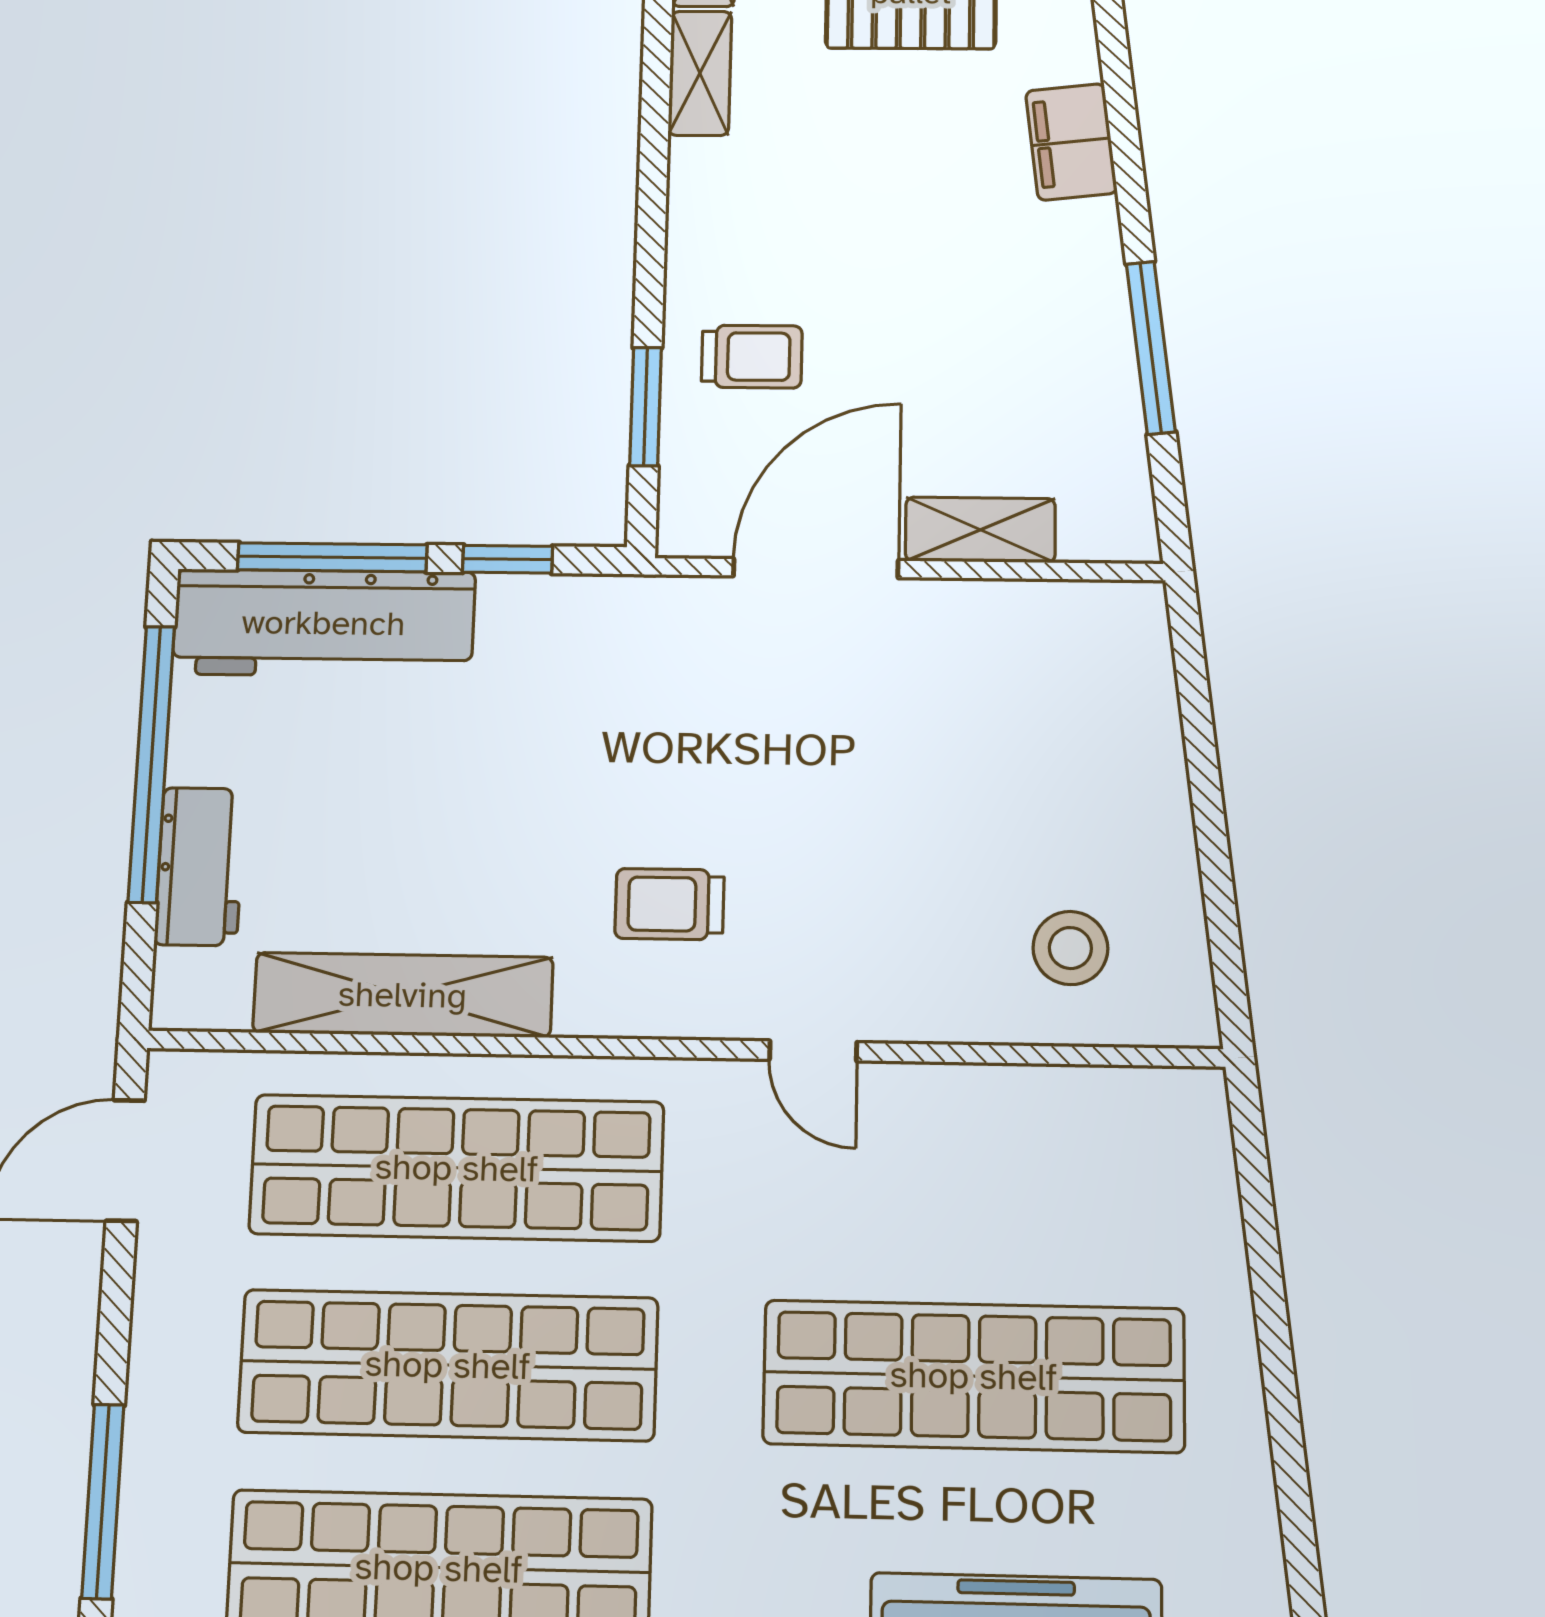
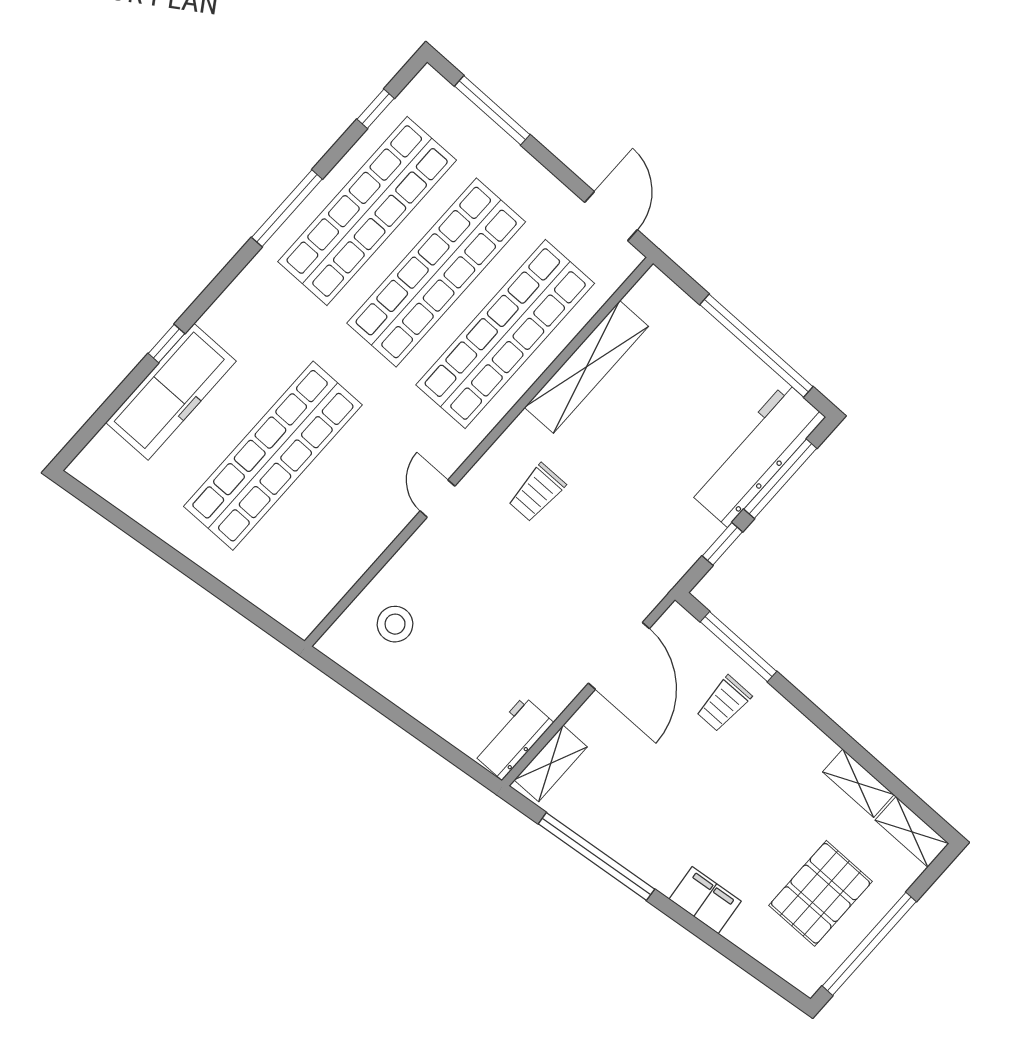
window: (1151, 348) -> (596, 856), width x1.46
window: (646, 406) -> (739, 647), width x1.44
shelving: (980, 530) -> (551, 763), moved
workbench: (200, 866) -> (513, 738), moved, turned 90
trolley: (669, 904) -> (537, 493), turned 180
door: (813, 1051) -> (437, 499), hinge flipped

